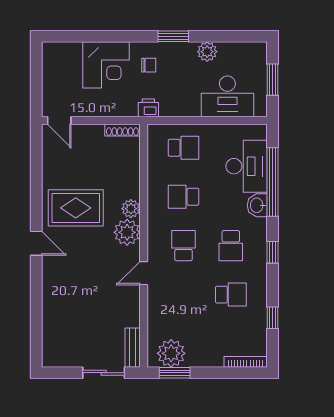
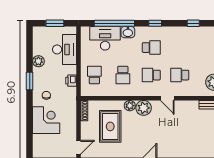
printer: (148, 108) -> (71, 81), moved
rug: (76, 208) -> (110, 126), moved
school desk: (231, 295) -> (180, 75), moved, turned -90

